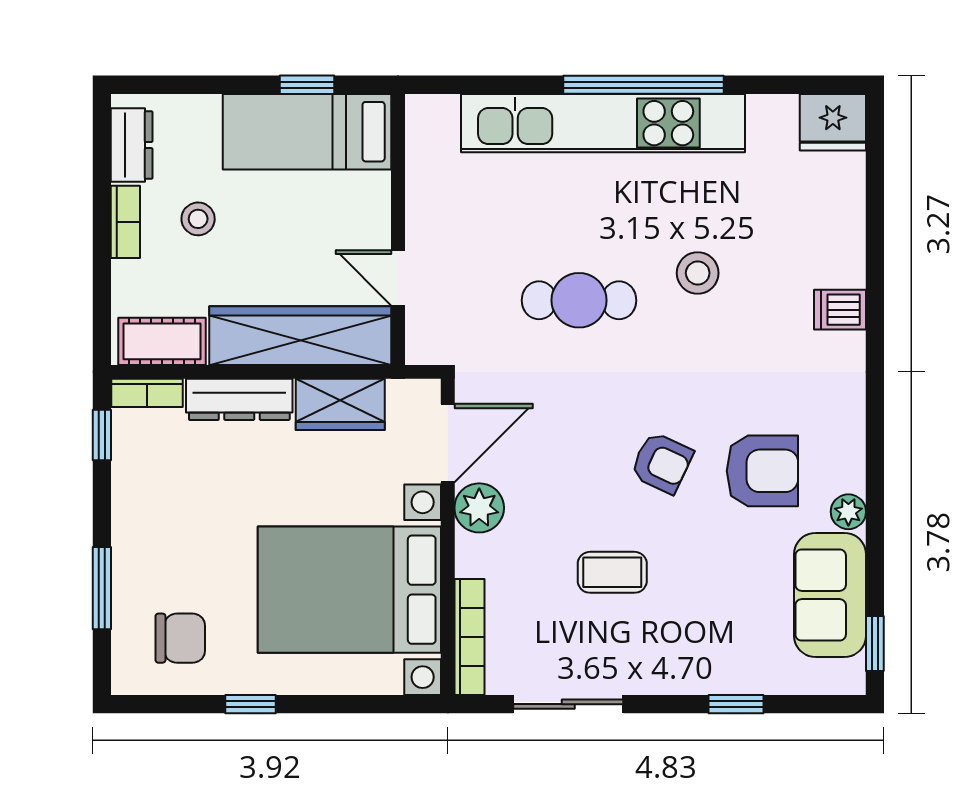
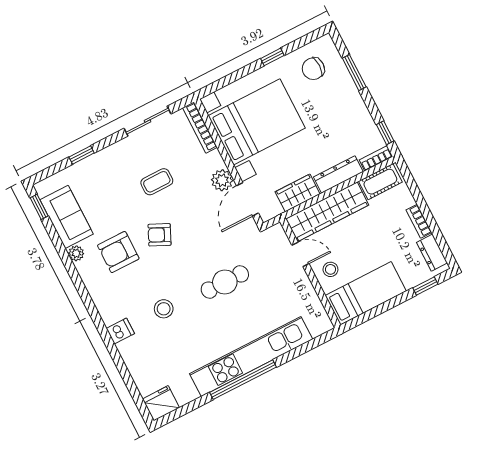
window: (307, 85) -> (425, 286), moved
stool: (198, 219) -> (330, 269), moved
stool: (698, 273) -> (164, 309), moved

